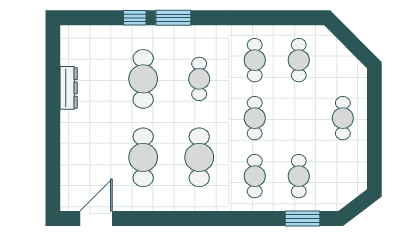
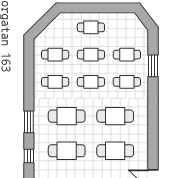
window: (173, 18) -> (29, 122), moved
cafe table: (199, 79) -> (67, 116), width x1.37, depth x1.35
cafe table: (299, 118) -> (91, 55), added
window: (303, 218) -> (153, 66), moved

